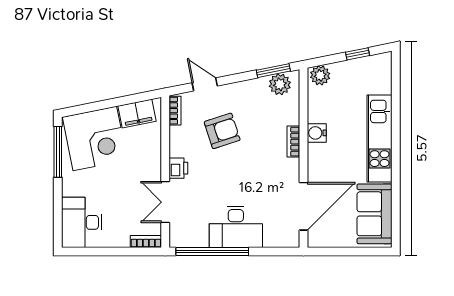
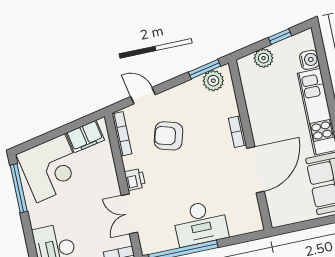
plant: (320, 75) -> (264, 58), moved
bookcase: (175, 111) -> (122, 134), width x1.56
armchair: (222, 131) -> (169, 136), turned -146
water cooler: (317, 133) -> (309, 60), moved, turned 180
door: (304, 206) -> (255, 170), moved

